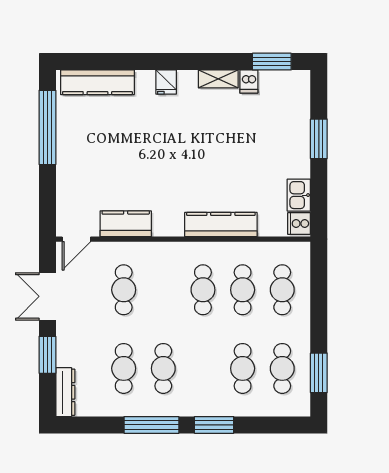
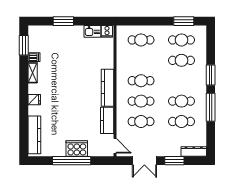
window: (47, 127) -> (72, 161), moved
cooker: (71, 165) -> (77, 149), added
kitchen counter: (221, 225) -> (107, 88), moved
cafe table: (243, 290) -> (141, 101), moved

